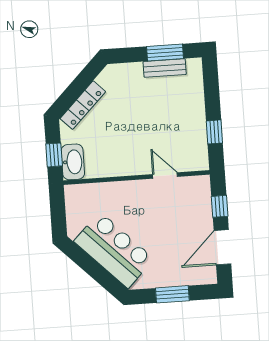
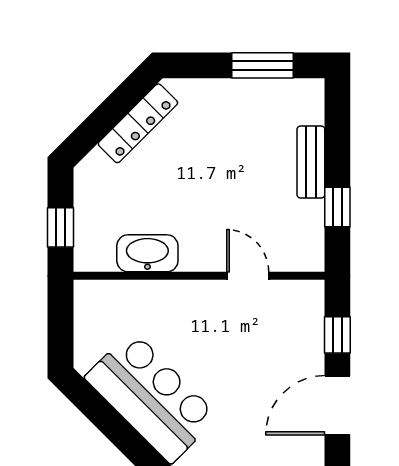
bench: (165, 68) -> (311, 162), moved, turned 90
locker: (83, 105) -> (138, 123), moved
washbasin: (73, 162) -> (147, 253), moved, turned -90

